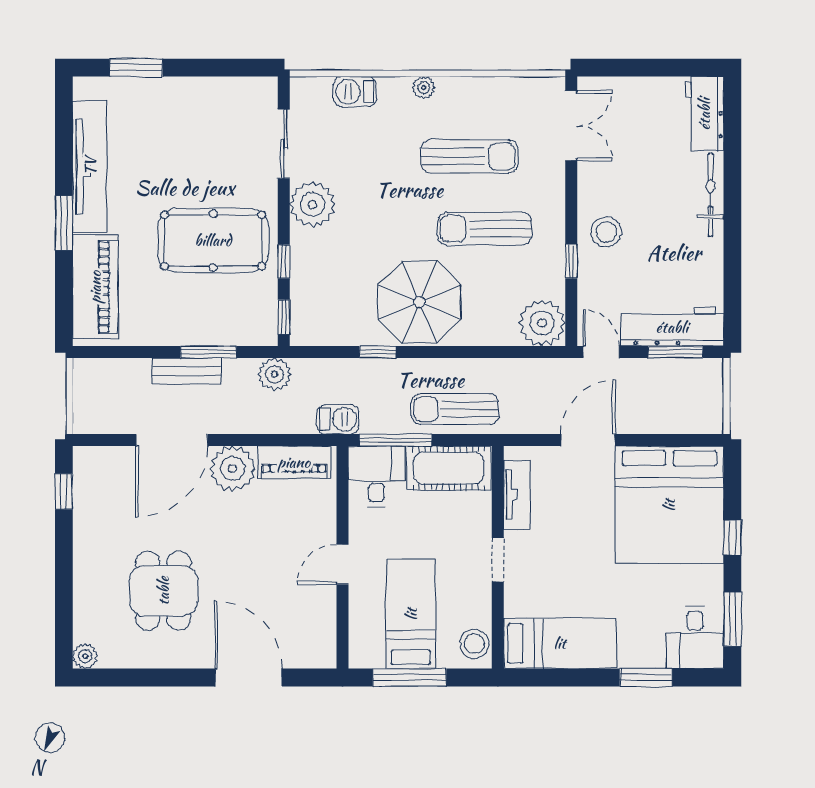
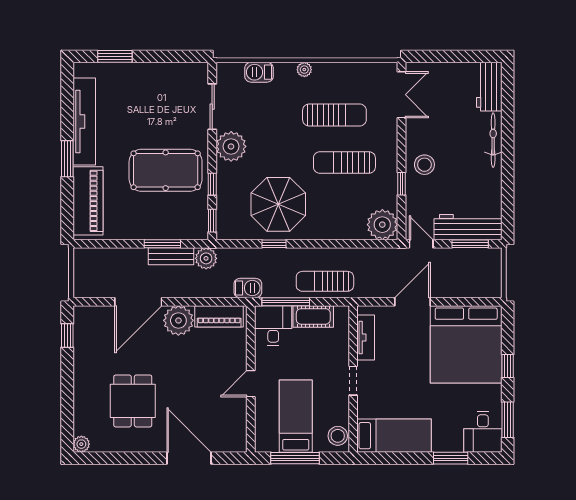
parasol: (419, 302) -> (278, 204), moved
bench: (186, 371) -> (171, 256), moved
cot: (449, 468) -> (313, 316), width x0.73, depth x0.75

